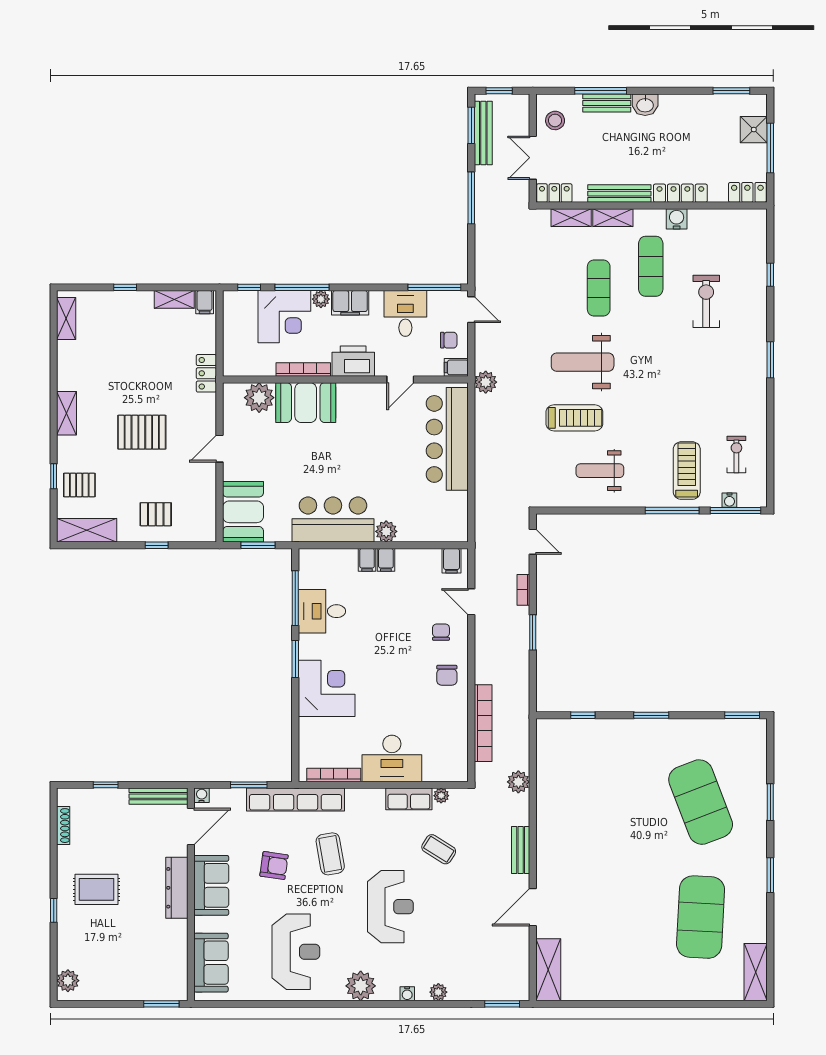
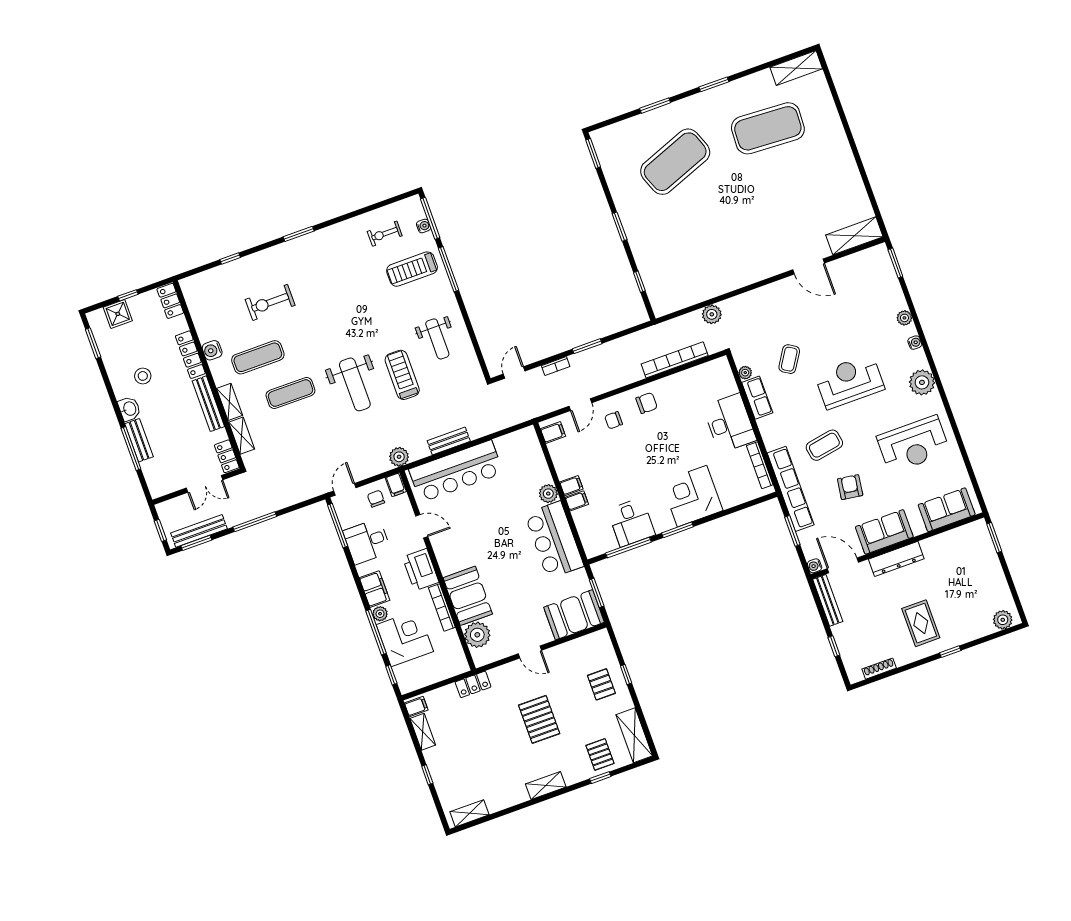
stool: (555, 120) -> (143, 376), moved
window: (770, 148) -> (128, 295), width x0.46
bench: (521, 850) -> (449, 441), moved
reception desk: (296, 952) -> (913, 444), turned 180

